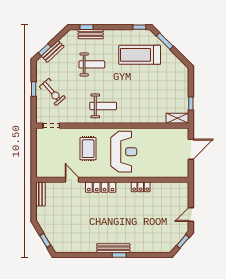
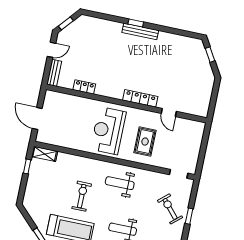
exercise bike: (135, 87) -> (82, 196), added
door: (191, 149) -> (37, 118), hinge flipped
locker: (141, 187) -> (84, 87), moved
bench: (40, 194) -> (54, 73), moved

